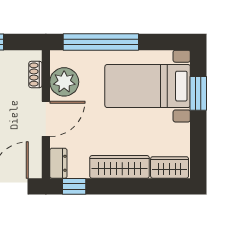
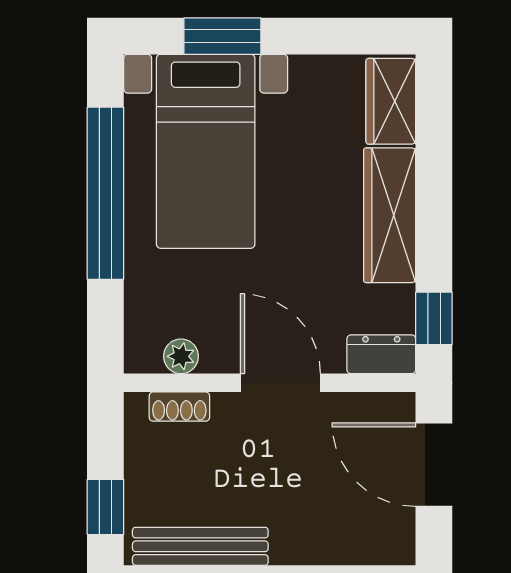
window: (101, 42) -> (105, 193), moved
plant: (64, 82) -> (181, 356), width x0.53, depth x0.53

